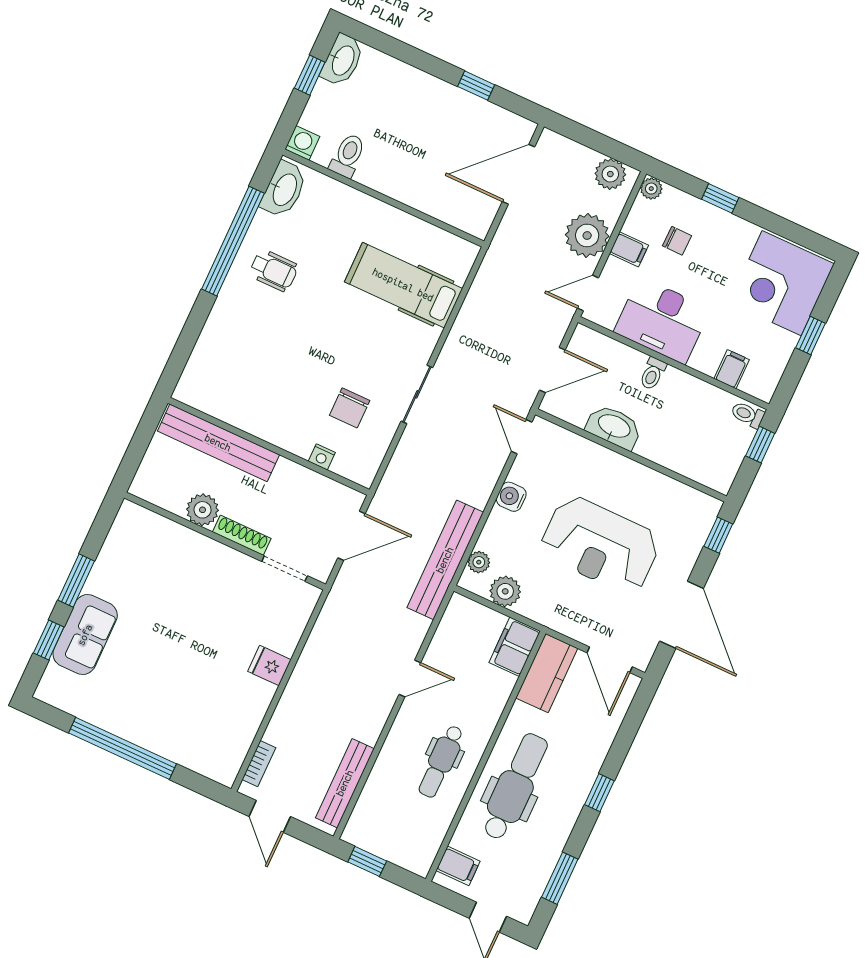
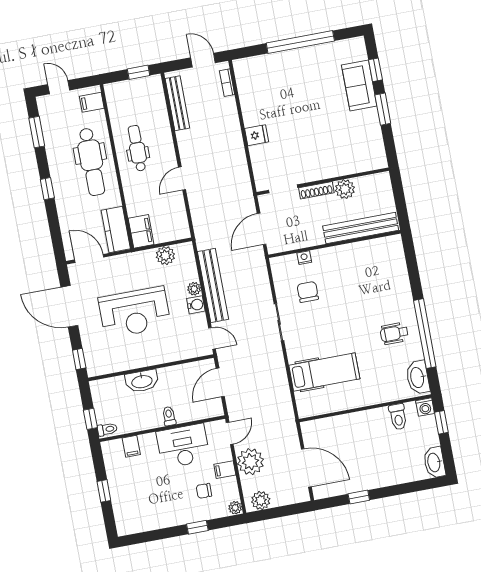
window: (310, 75) -> (441, 422), moved
door: (519, 174) -> (306, 468), hinge flipped
corner desk: (782, 283) -> (137, 507), removed
washbasin: (614, 427) -> (142, 381), moved
reception desk: (600, 545) -> (135, 312), turned 180
bench: (445, 560) -> (213, 285), moved
plant: (479, 562) -> (194, 289), moved

